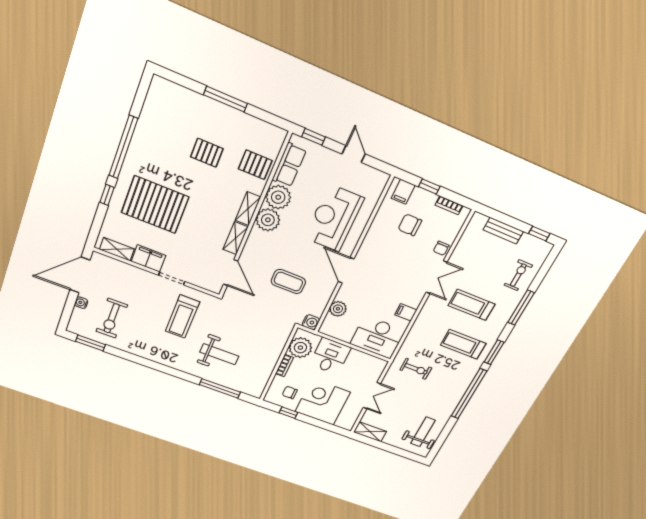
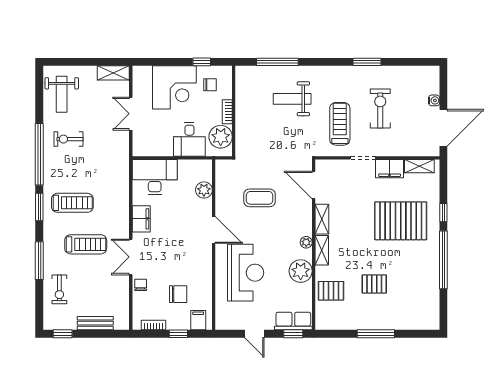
row of seats: (289, 165) -> (293, 321), moved, turned 90
plant: (268, 220) -> (306, 242), width x0.53, depth x0.53
filing cabinet: (406, 312) -> (141, 219), width x2.00
exercise bike: (112, 318) -> (380, 108), moved
water cooler: (311, 322) -> (222, 167), removed
window: (91, 343) -> (367, 62), moved
exercise bike: (416, 369) -> (69, 139), moved

